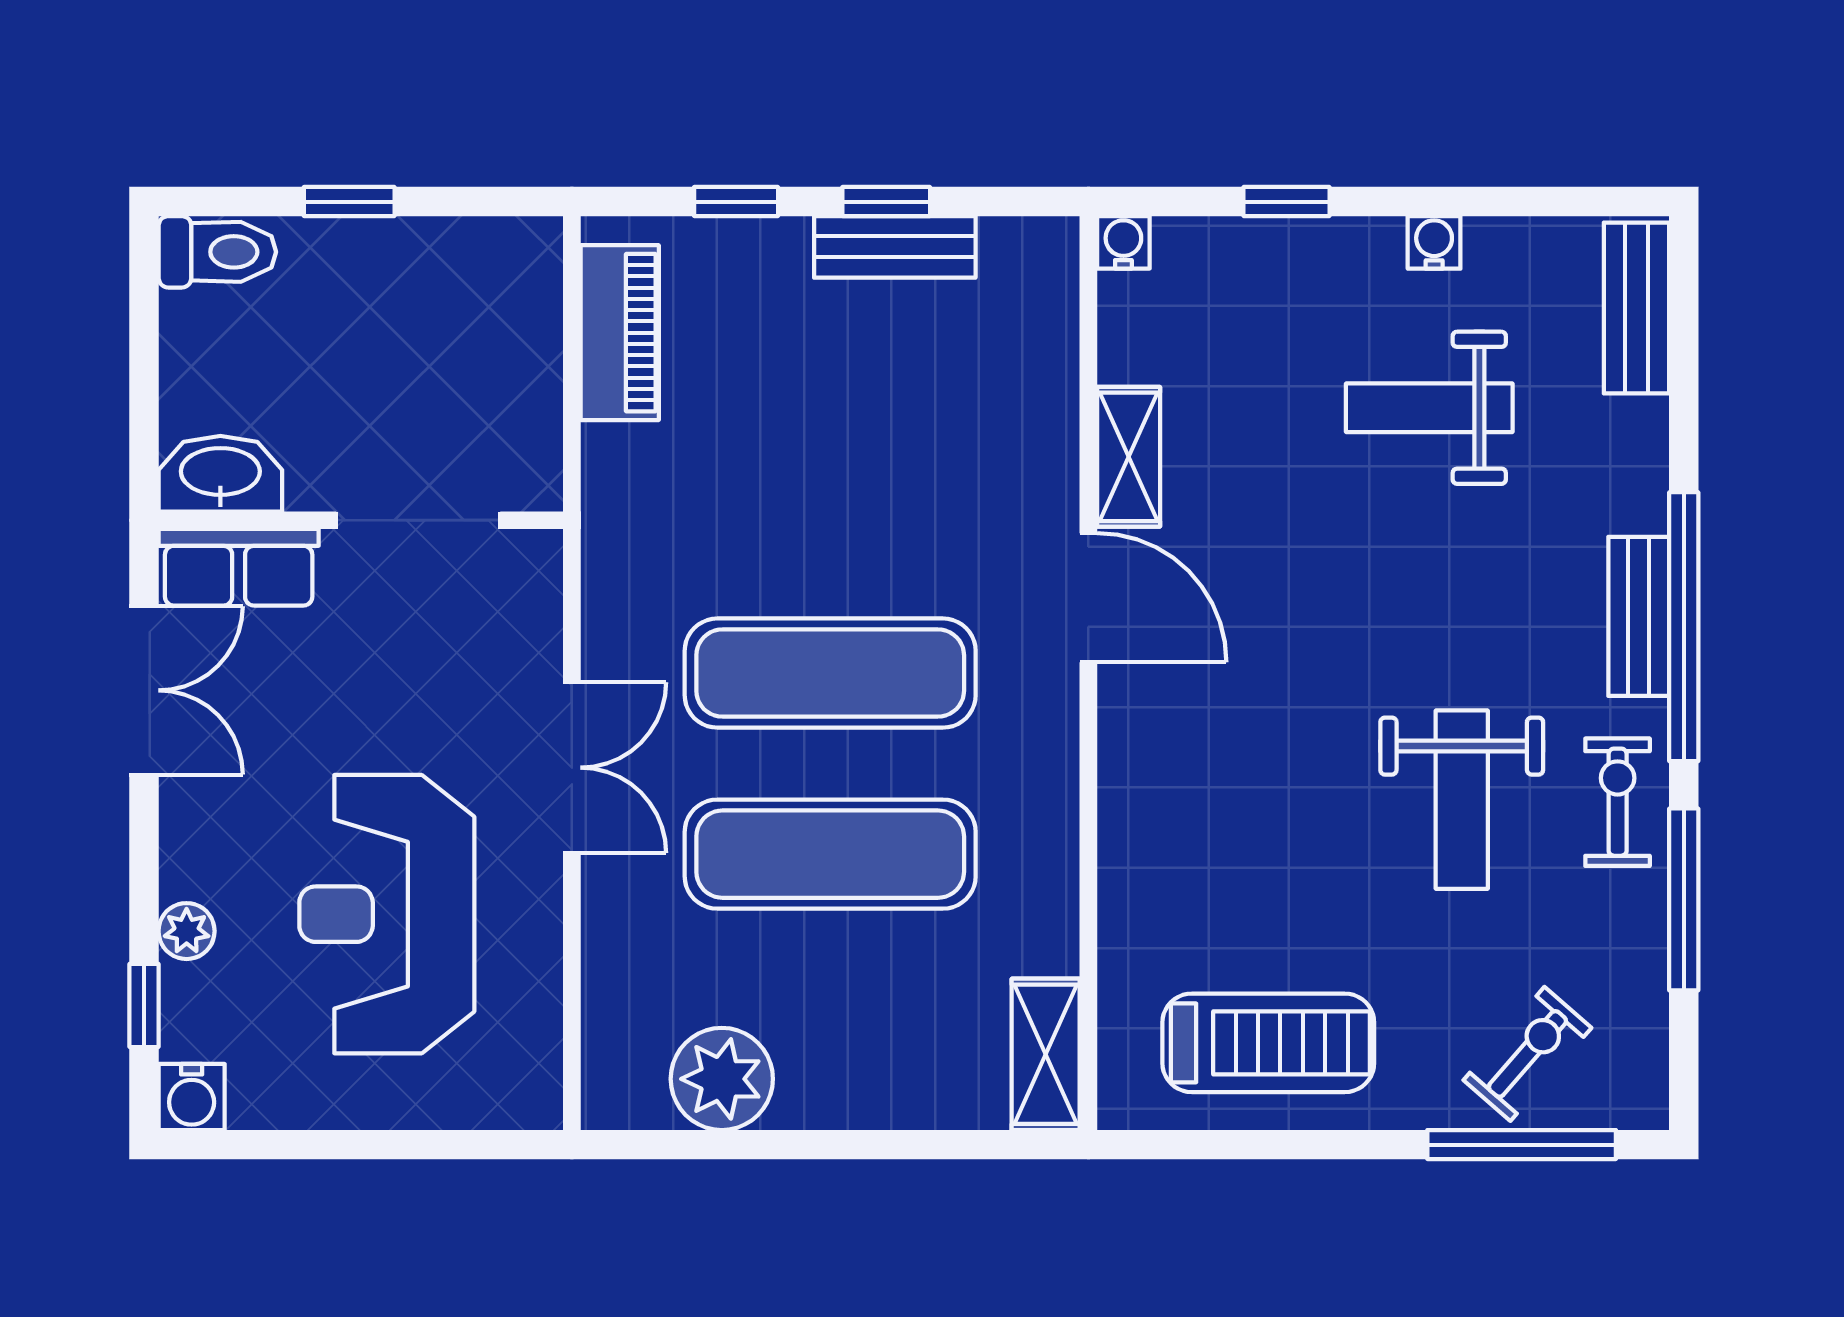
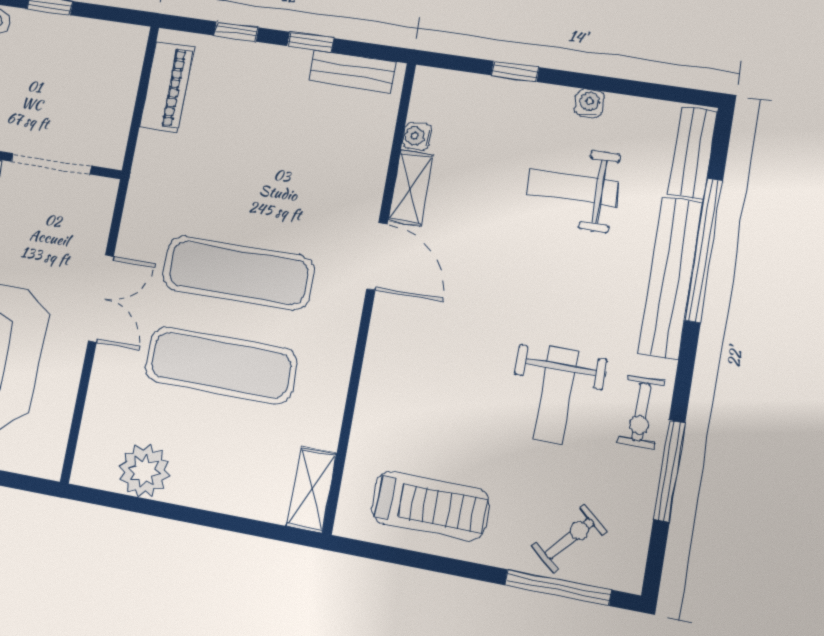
water cooler: (1123, 242) -> (417, 136), moved, turned -90
bench: (895, 247) -> (352, 71), moved
bench: (1639, 616) -> (671, 278), width x1.86, depth x1.21
window: (1684, 627) -> (704, 250), moved
exercise bike: (1618, 802) -> (641, 412), turned 180

